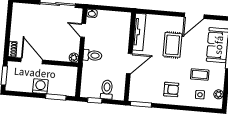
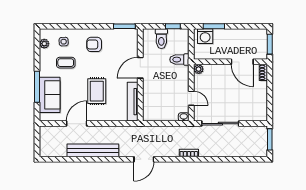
toilet: (92, 55) -> (179, 60), moved
washing machine: (40, 86) -> (205, 36), moved

